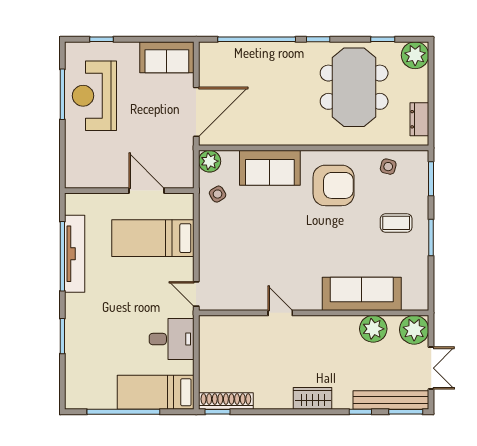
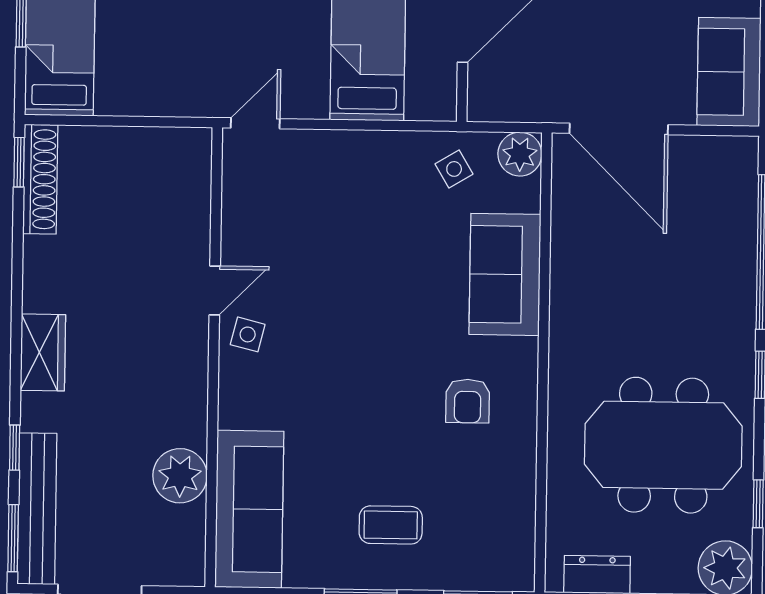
side table: (388, 167) -> (248, 334), moved
armchair: (334, 185) -> (468, 401), width x0.53, depth x0.53
coffee table: (396, 223) -> (391, 525), turned 90
sofa: (362, 294) -> (249, 509), moved
plant: (414, 330) -> (177, 557), removed
desk: (172, 339) -> (166, 73), removed

